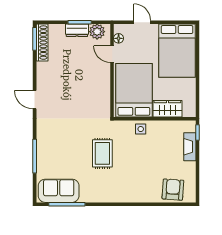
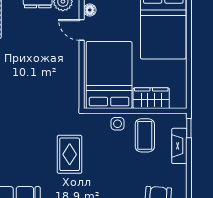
coffee table: (162, 138) -> (145, 135), added

